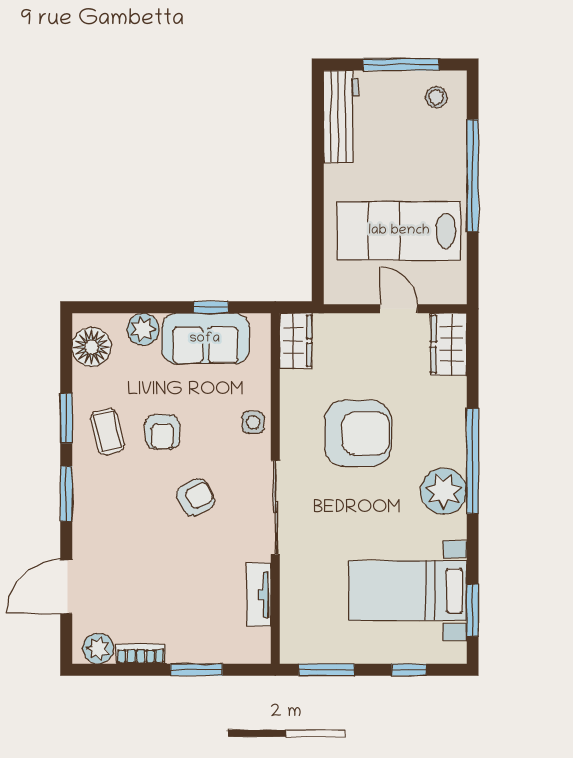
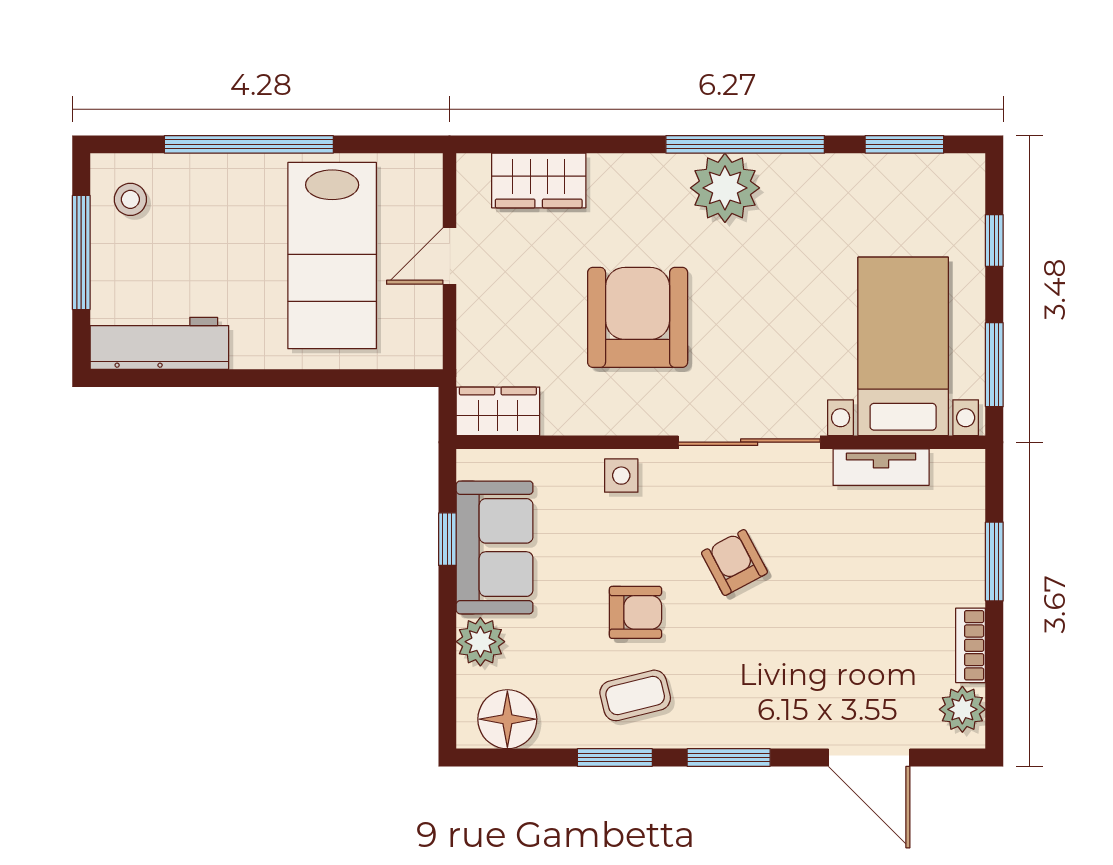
wardrobe: (449, 344) -> (539, 181), moved
window: (473, 461) -> (745, 144), moved
bed with nightstands: (408, 591) -> (903, 346), moved, turned 180

